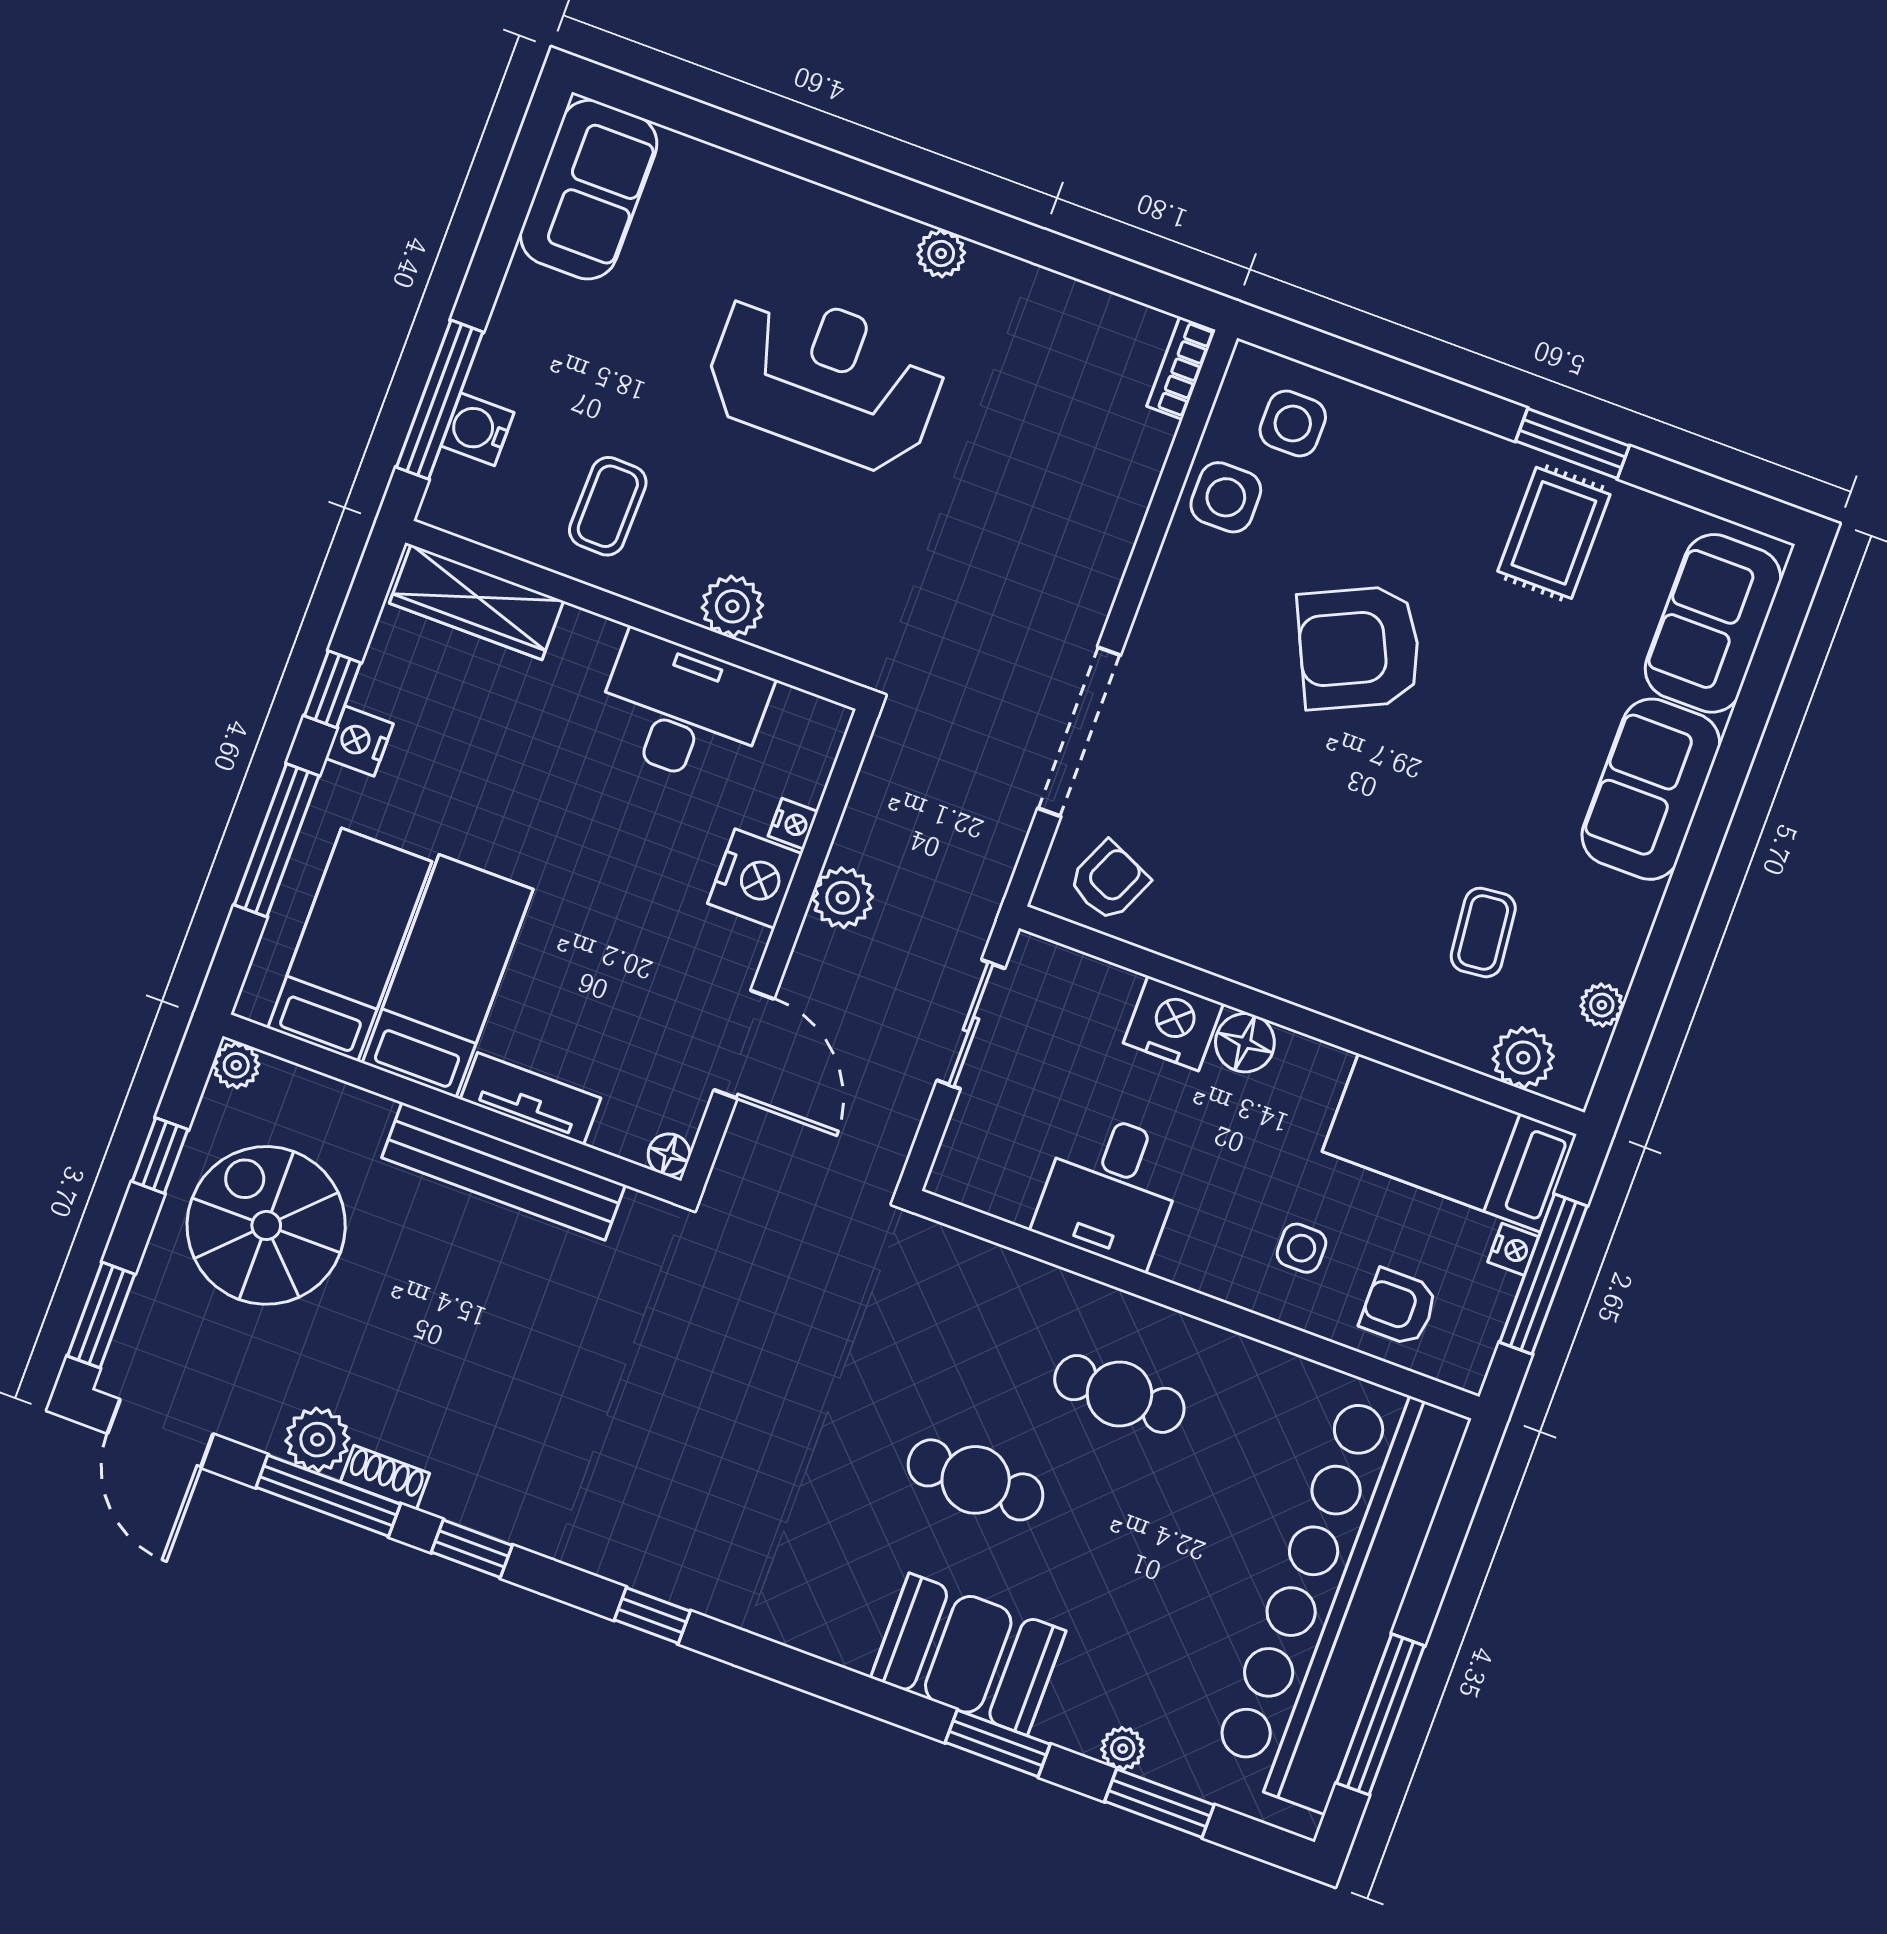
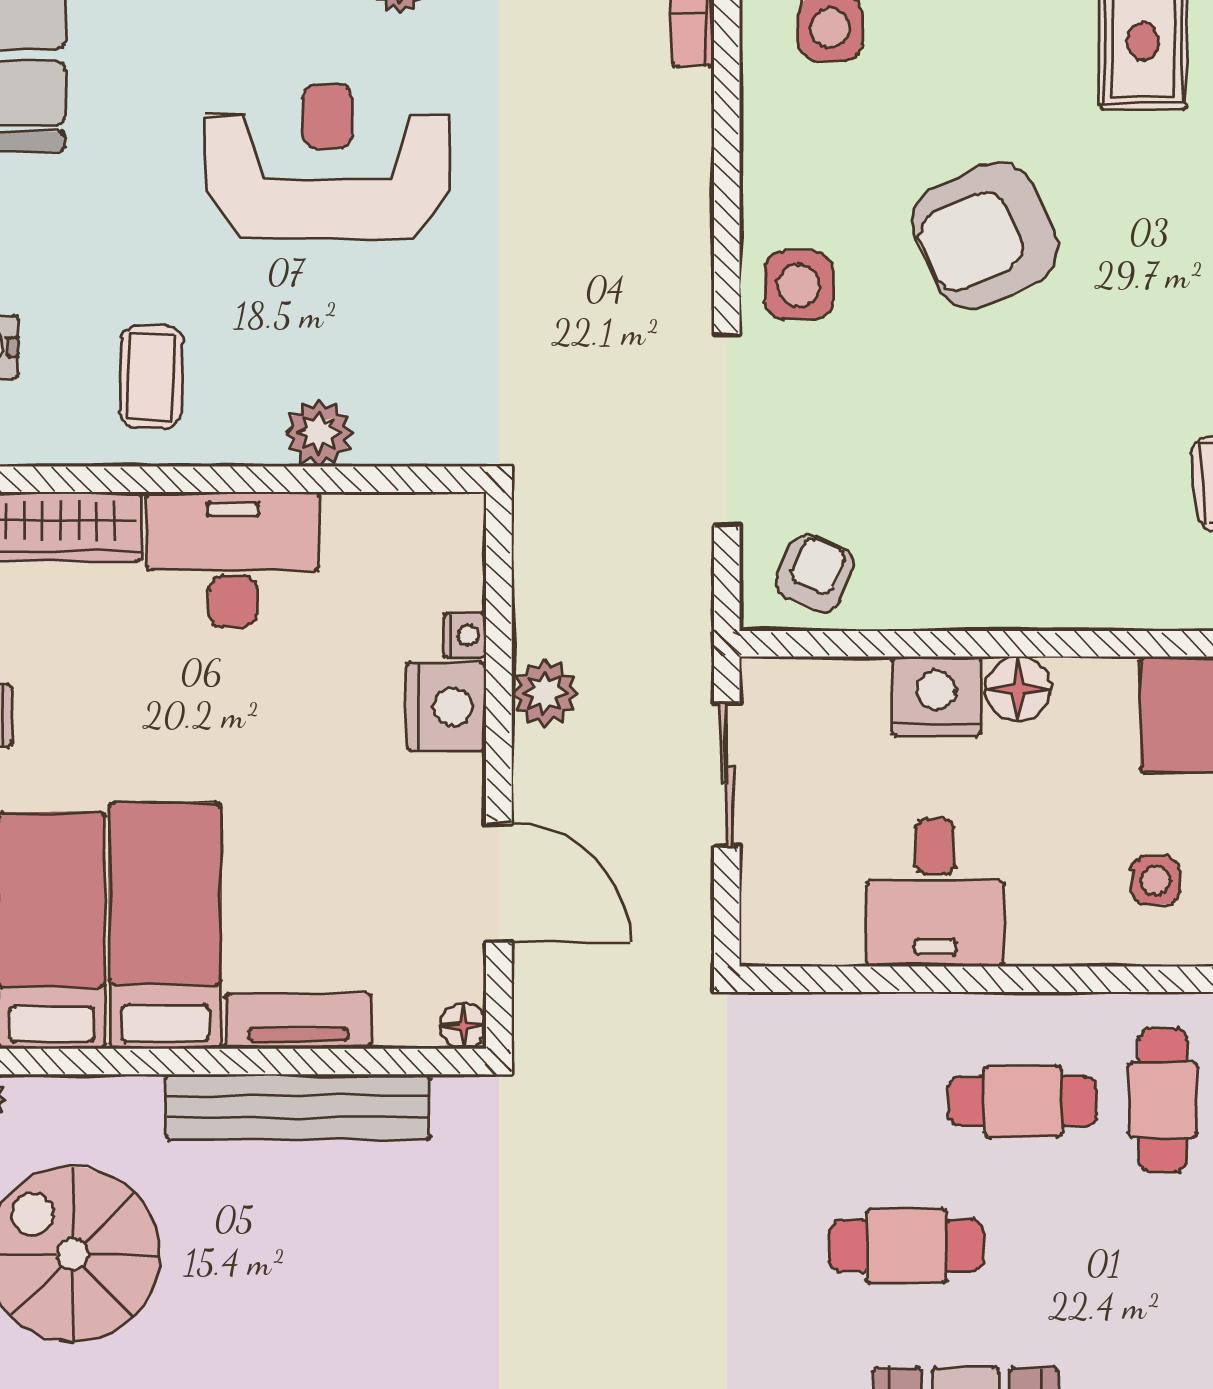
side table: (1226, 497) -> (799, 285), moved
desk: (682, 710) -> (233, 560), moved
cafe table: (1239, 1437) -> (1163, 1100), added

